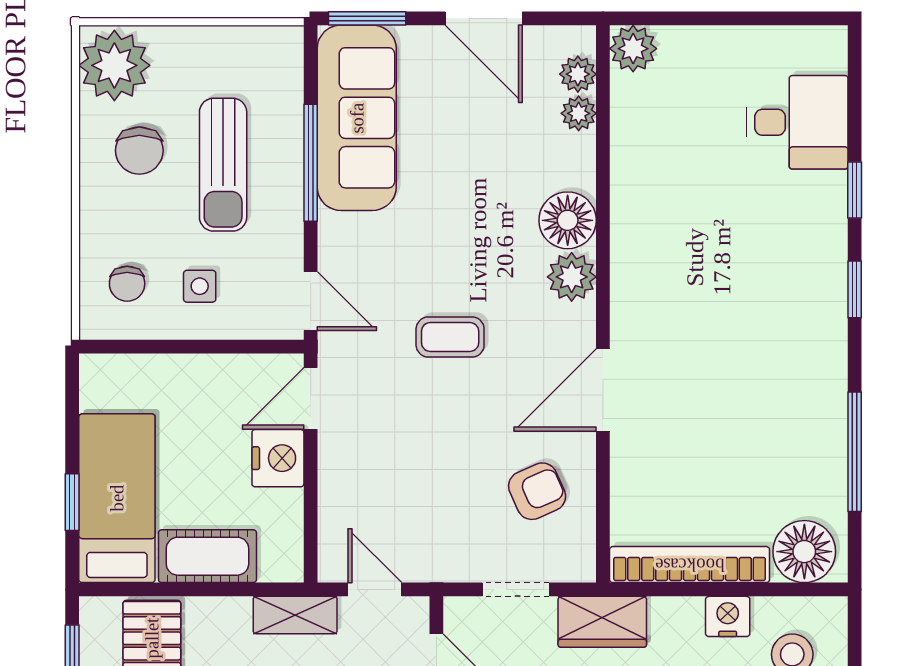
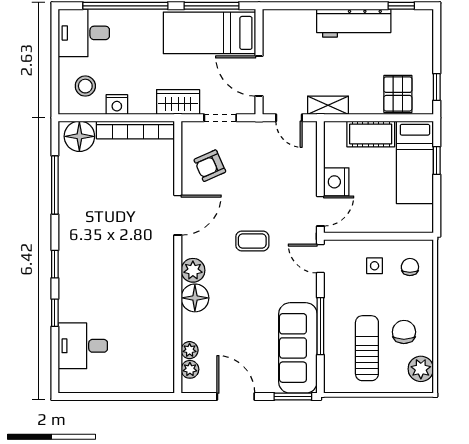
plant: (633, 49) -> (163, 382), removed
plant: (114, 65) -> (421, 369), width x0.73, depth x0.73
sun lounger: (223, 165) -> (367, 348), moved

